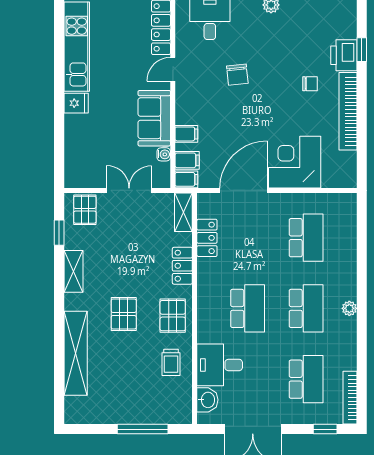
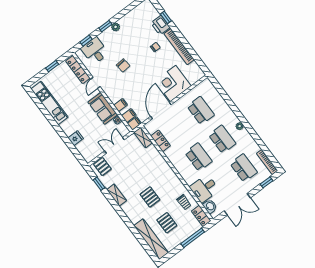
fridge: (76, 103) -> (76, 138), moved
locker: (182, 266) -> (201, 216), moved
pallet: (173, 316) -> (167, 223), moved
shelving: (76, 353) -> (151, 239), moved

